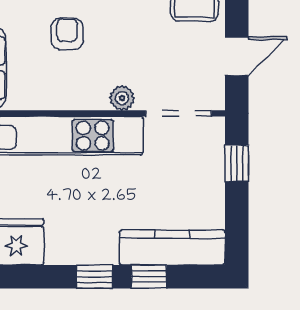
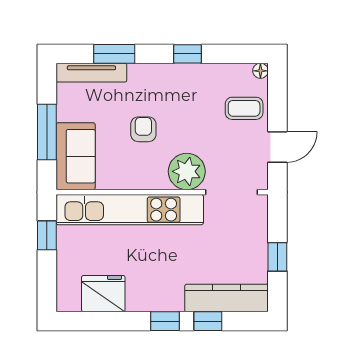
plant: (122, 98) -> (187, 171), width x1.88, depth x1.88
window: (237, 163) -> (277, 257), moved

